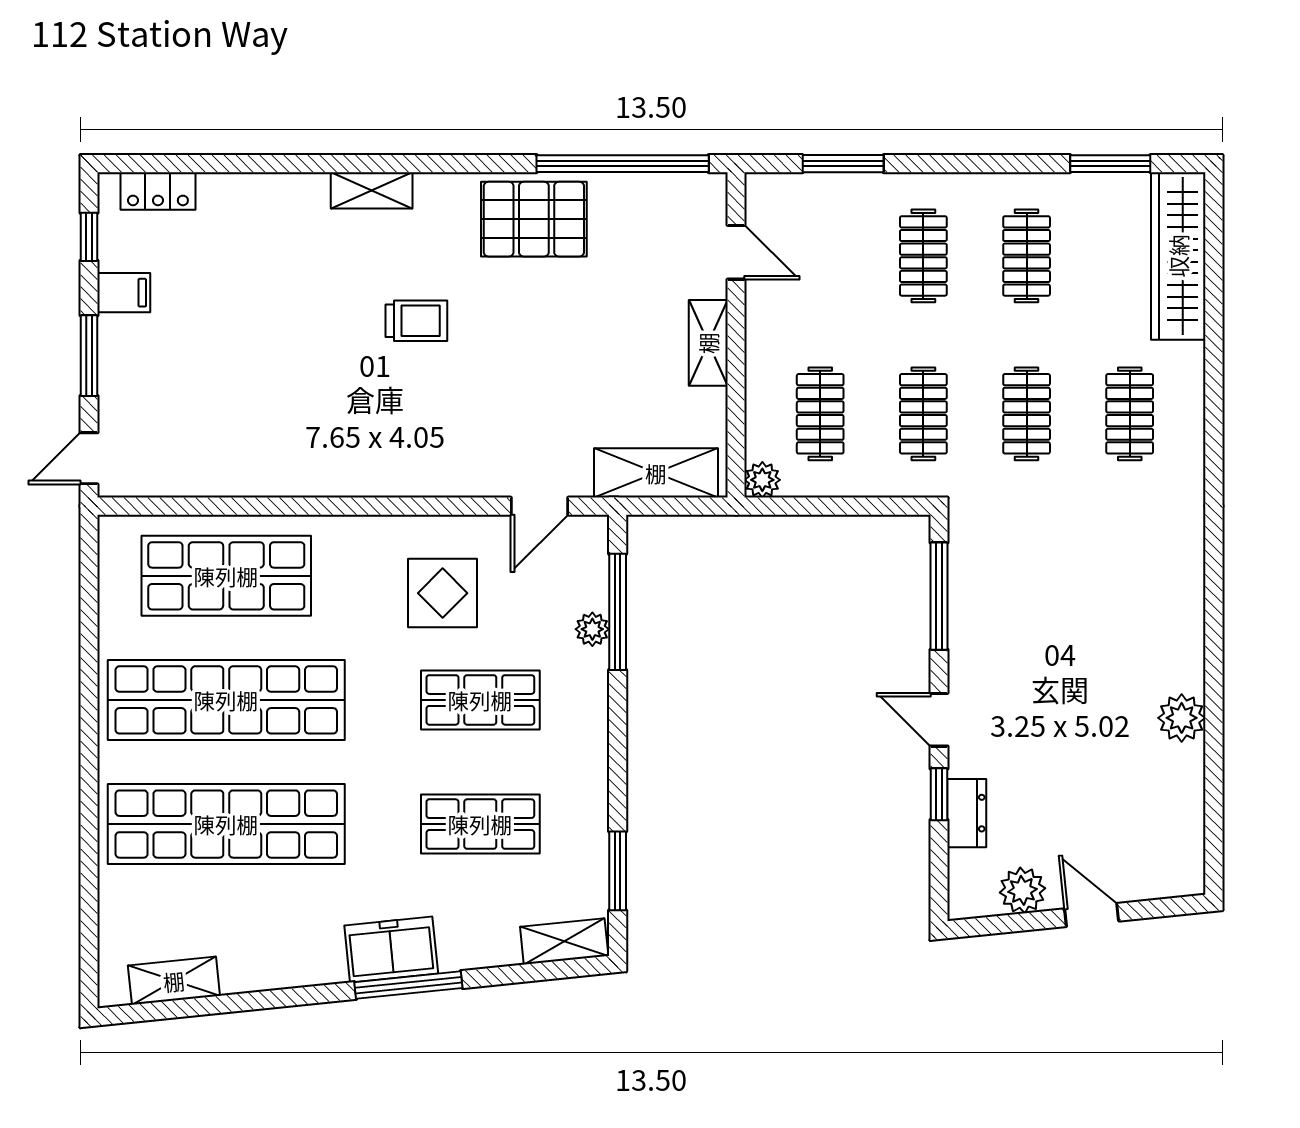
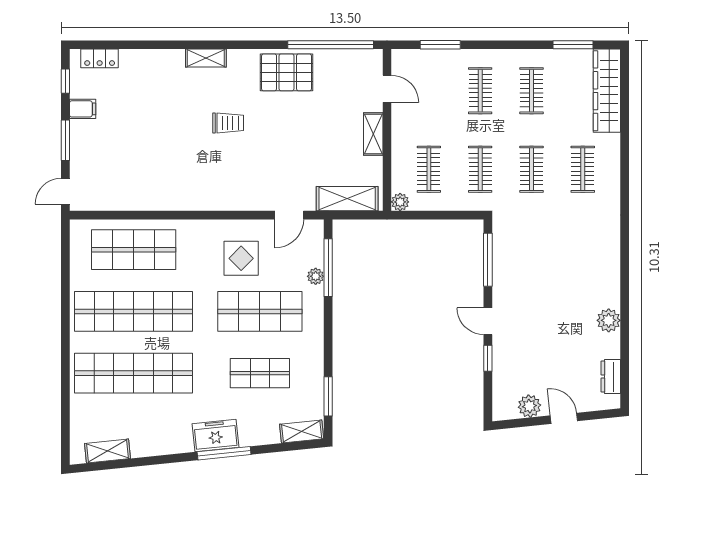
shop shelf: (480, 700) -> (260, 311), width x1.43, depth x1.36
dresser: (967, 813) -> (611, 377), moved, turned 180

